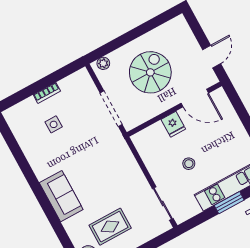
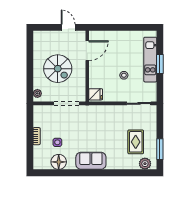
spiral stairs: (150, 72) -> (58, 69), turned 180
fridge: (173, 124) -> (96, 94), moved
floor lamp: (29, 140) -> (59, 162), added
sofa: (61, 196) -> (91, 161), moved

